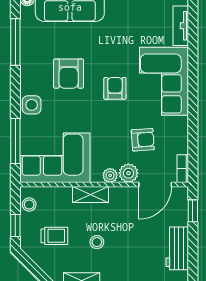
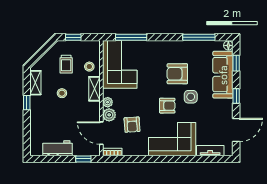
side table: (32, 105) -> (191, 97), moved
stool: (29, 204) -> (89, 67), moved

